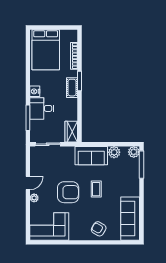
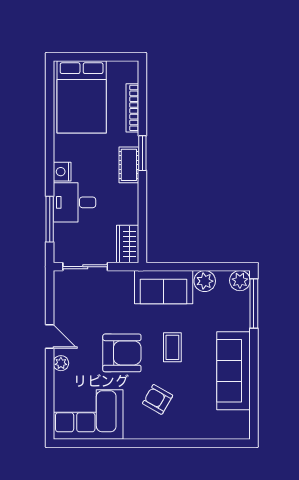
door: (28, 183) -> (50, 336), hinge flipped
sofa: (130, 219) -> (233, 371), moved
armchair: (99, 229) -> (158, 399), moved

